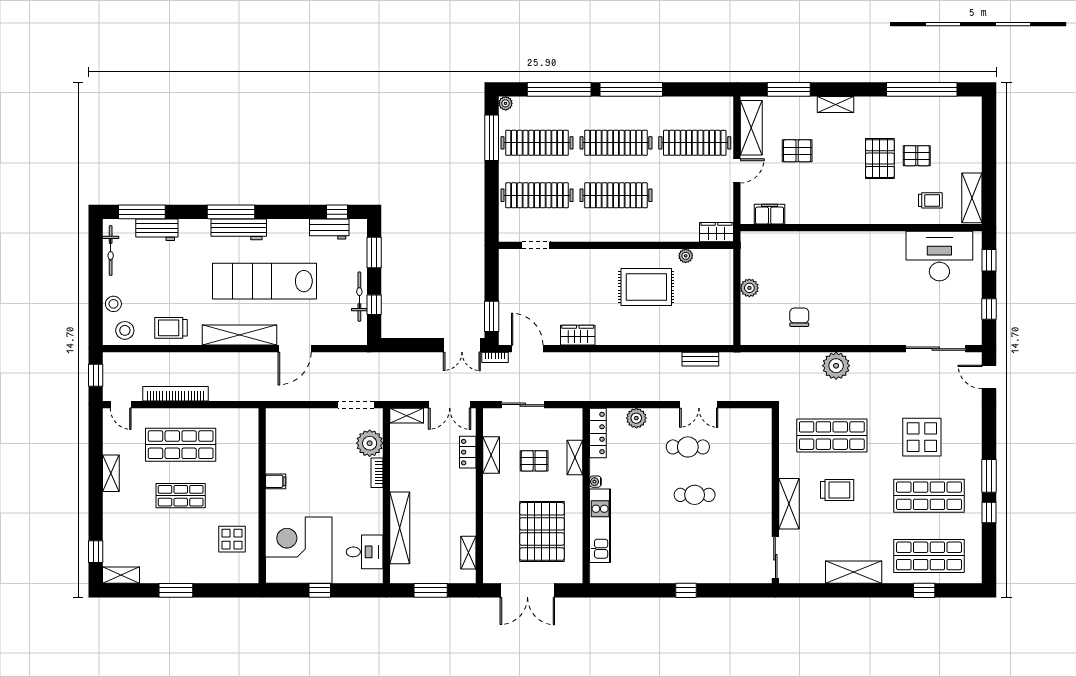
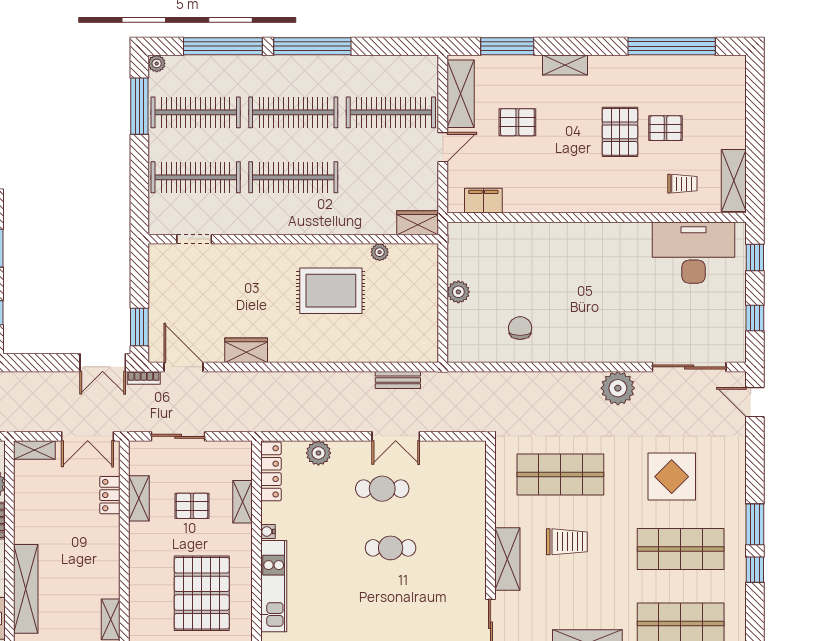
plant: (836, 366) -> (618, 388), moved

